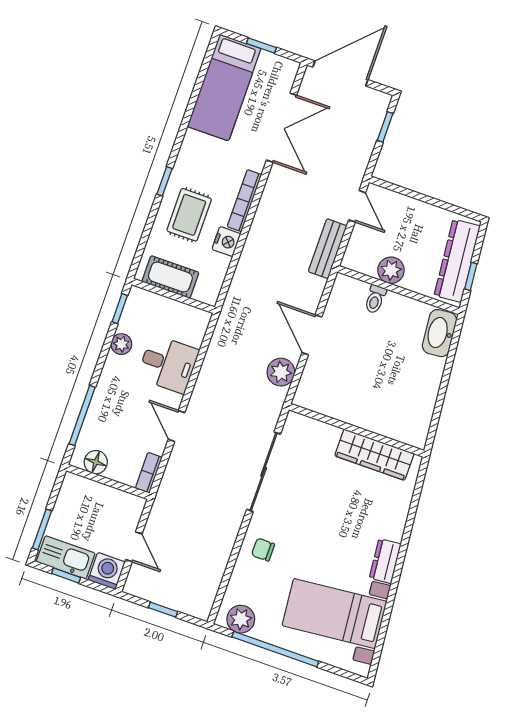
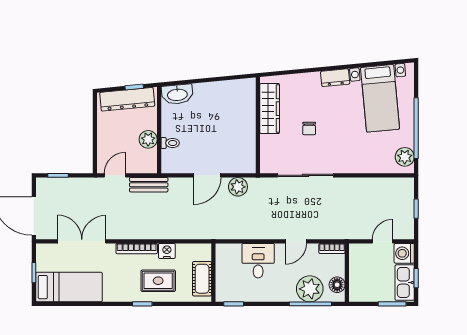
plant: (121, 344) -> (310, 289), moved, width x1.88, depth x1.88
chair: (263, 550) -> (309, 128), moved

